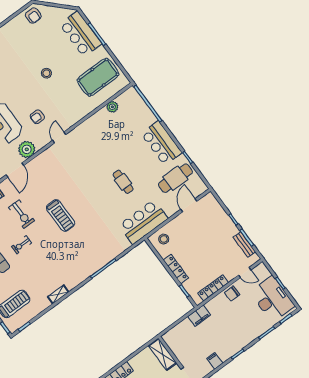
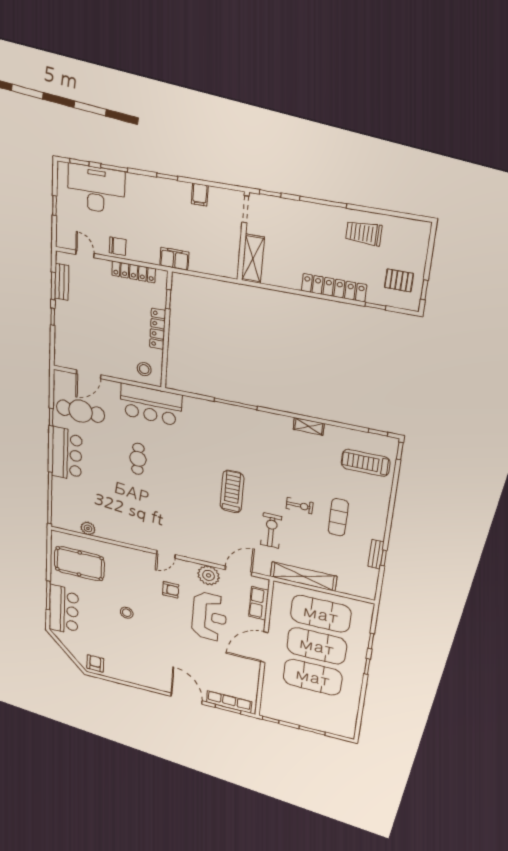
desk: (272, 299) -> (96, 189), moved, turned 90

